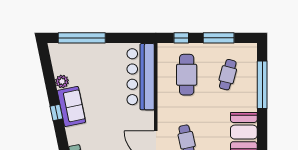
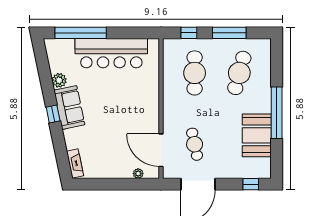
cafe table: (228, 75) -> (239, 73), width x1.37, depth x1.35
bar counter: (141, 77) -> (111, 53), moved, turned -90
window: (262, 85) -> (277, 113), moved

